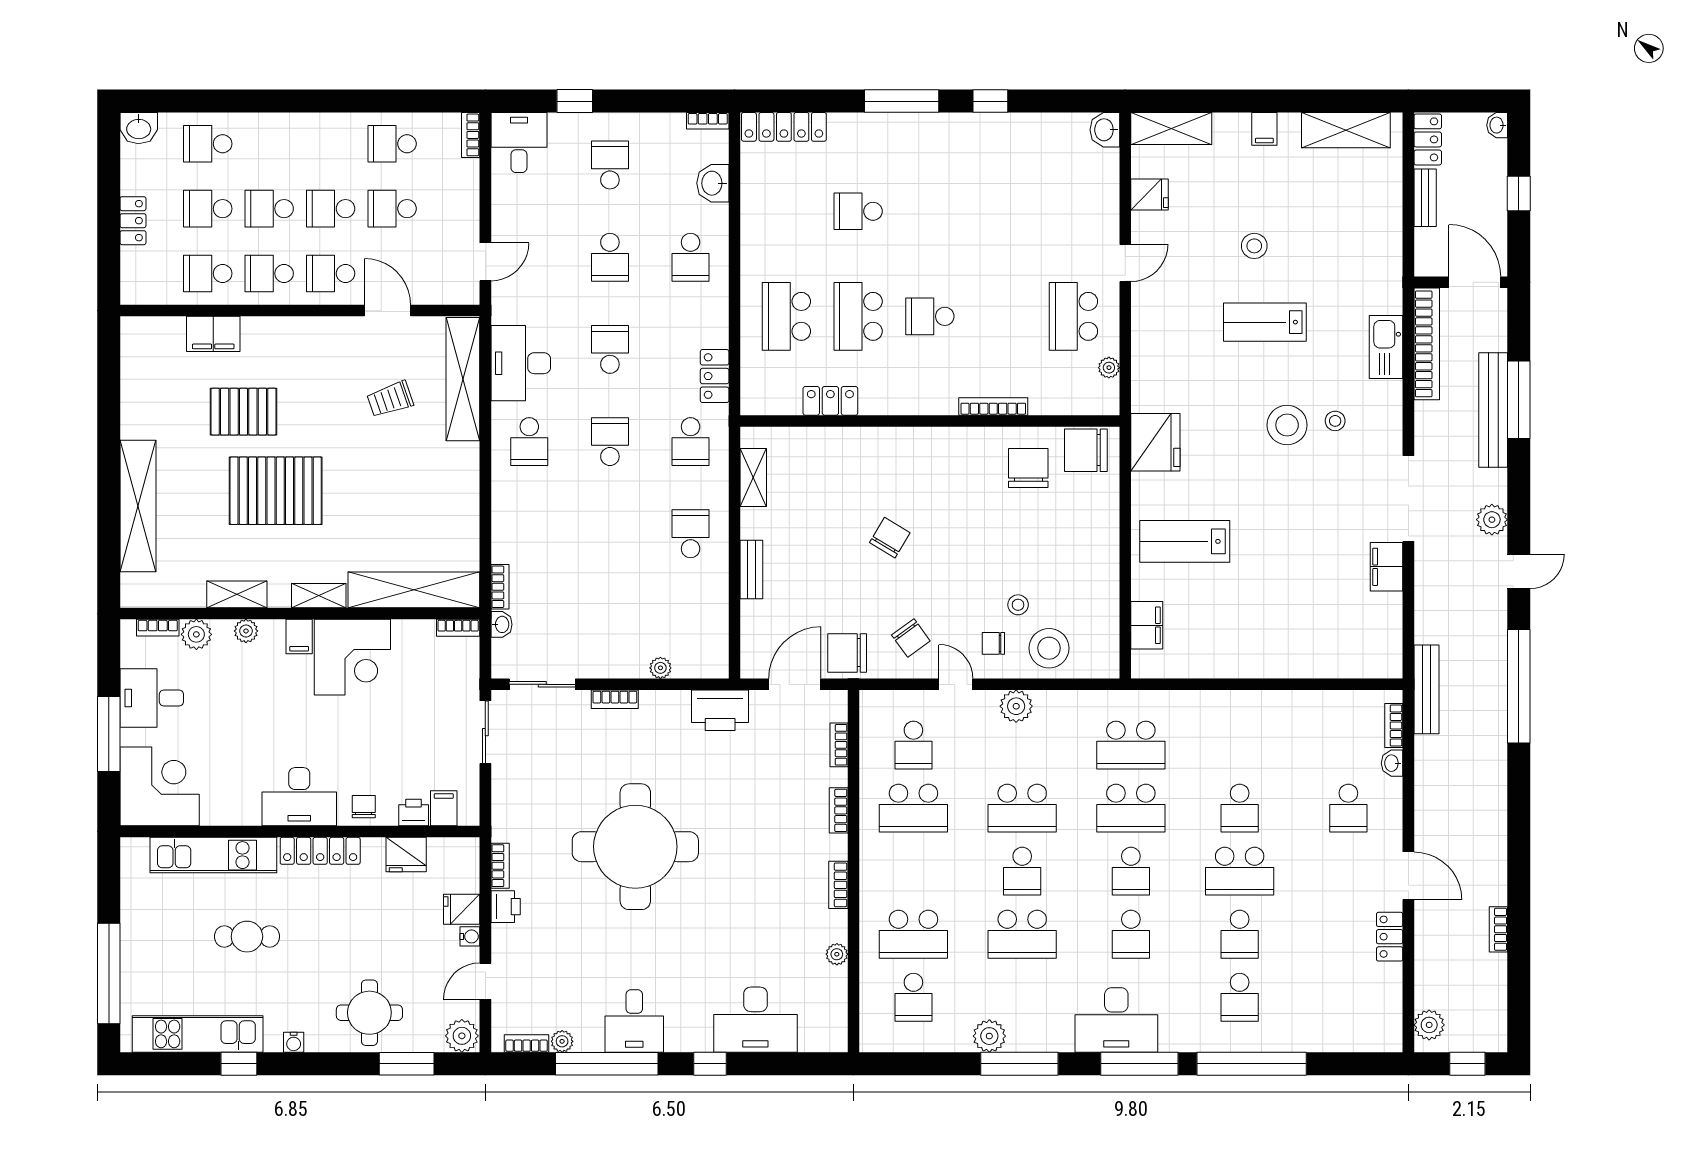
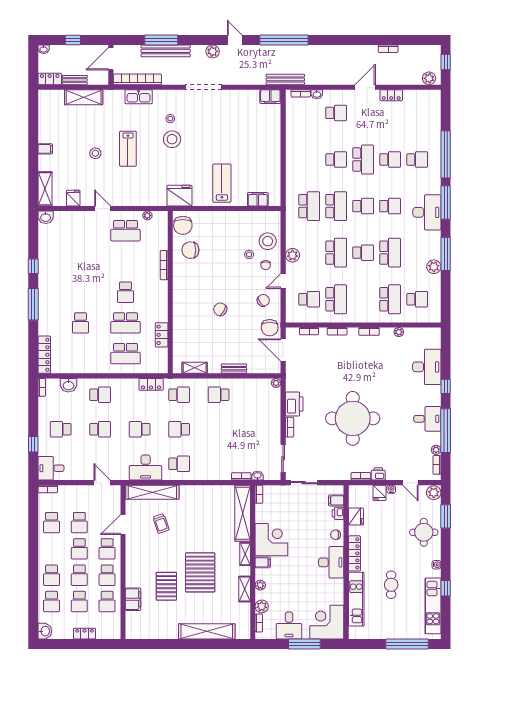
shelving: (1346, 130) -> (84, 97), moved, turned 90
school desk: (269, 144) -> (52, 575), added
lab bench: (1185, 541) -> (222, 183), turned 180
filing cabinet: (1387, 567) -> (270, 97), moved
plant: (660, 668) -> (276, 383), moved
printer: (720, 710) -> (294, 404), moved

